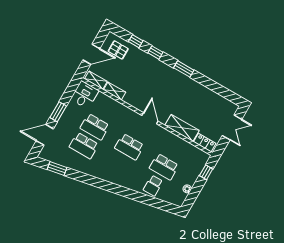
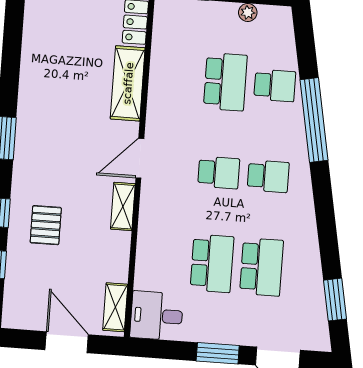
pallet: (118, 50) -> (46, 225), moved
shelving: (115, 91) -> (123, 206), moved
school desk: (129, 147) -> (219, 173), width x0.54
school desk: (118, 166) -> (268, 176), added
window: (132, 195) -> (314, 120), added

